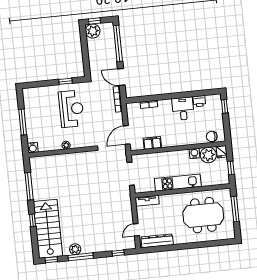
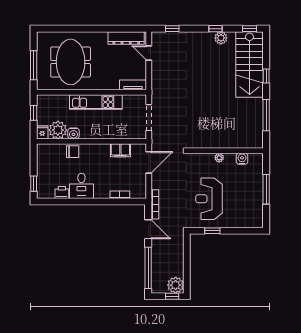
chair: (212, 136) -> (73, 152), moved
water cooler: (33, 148) -> (242, 159), moved
meeting table: (203, 215) -> (71, 62), turned 90
door: (136, 230) -> (149, 53), swing flipped
window: (81, 257) -> (216, 29), width x0.46

